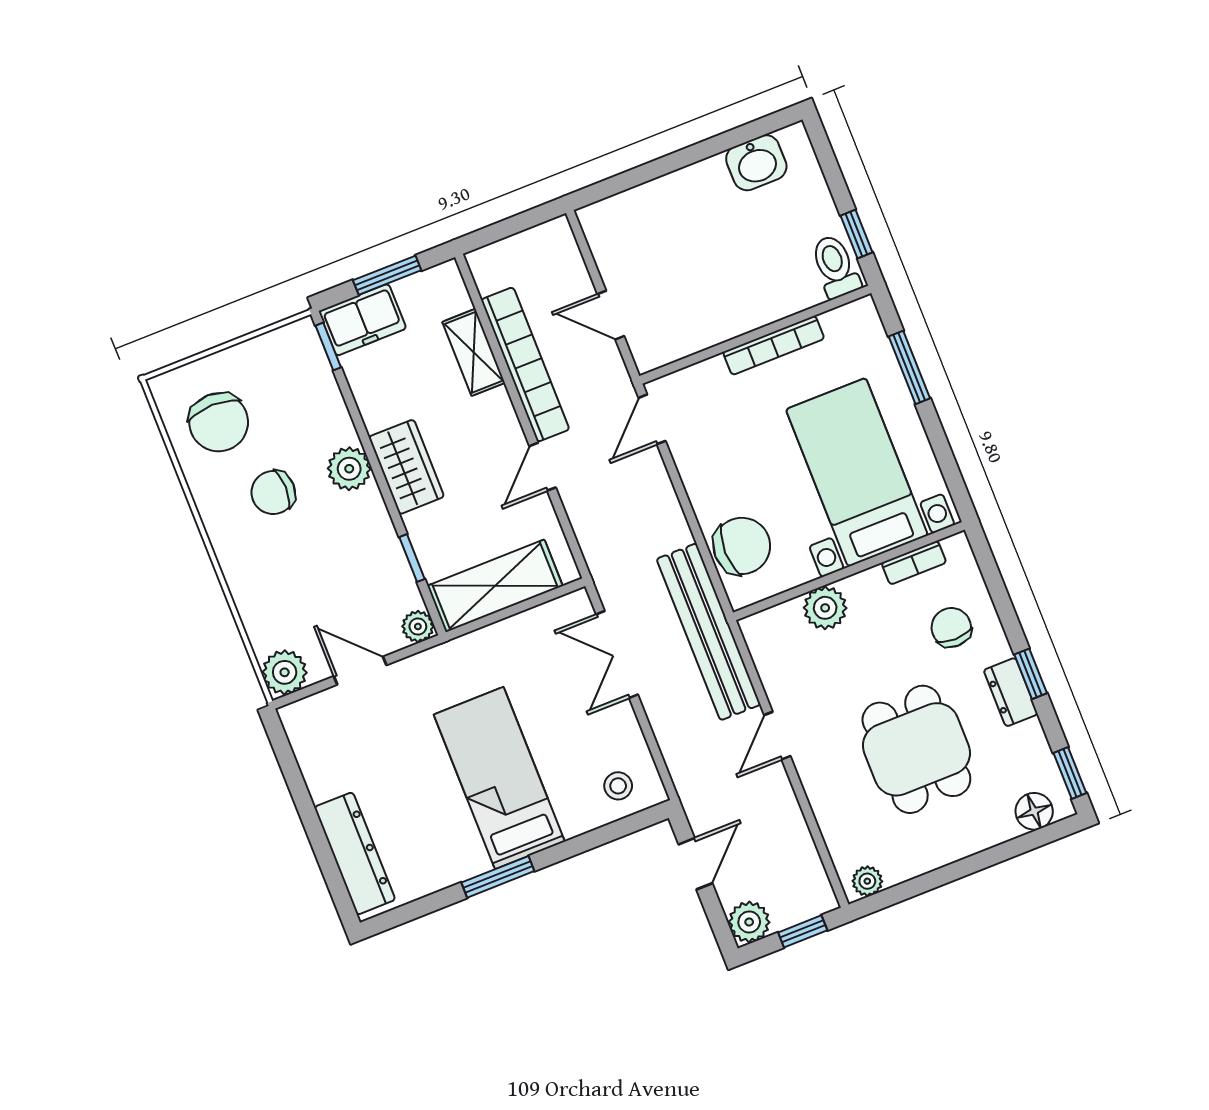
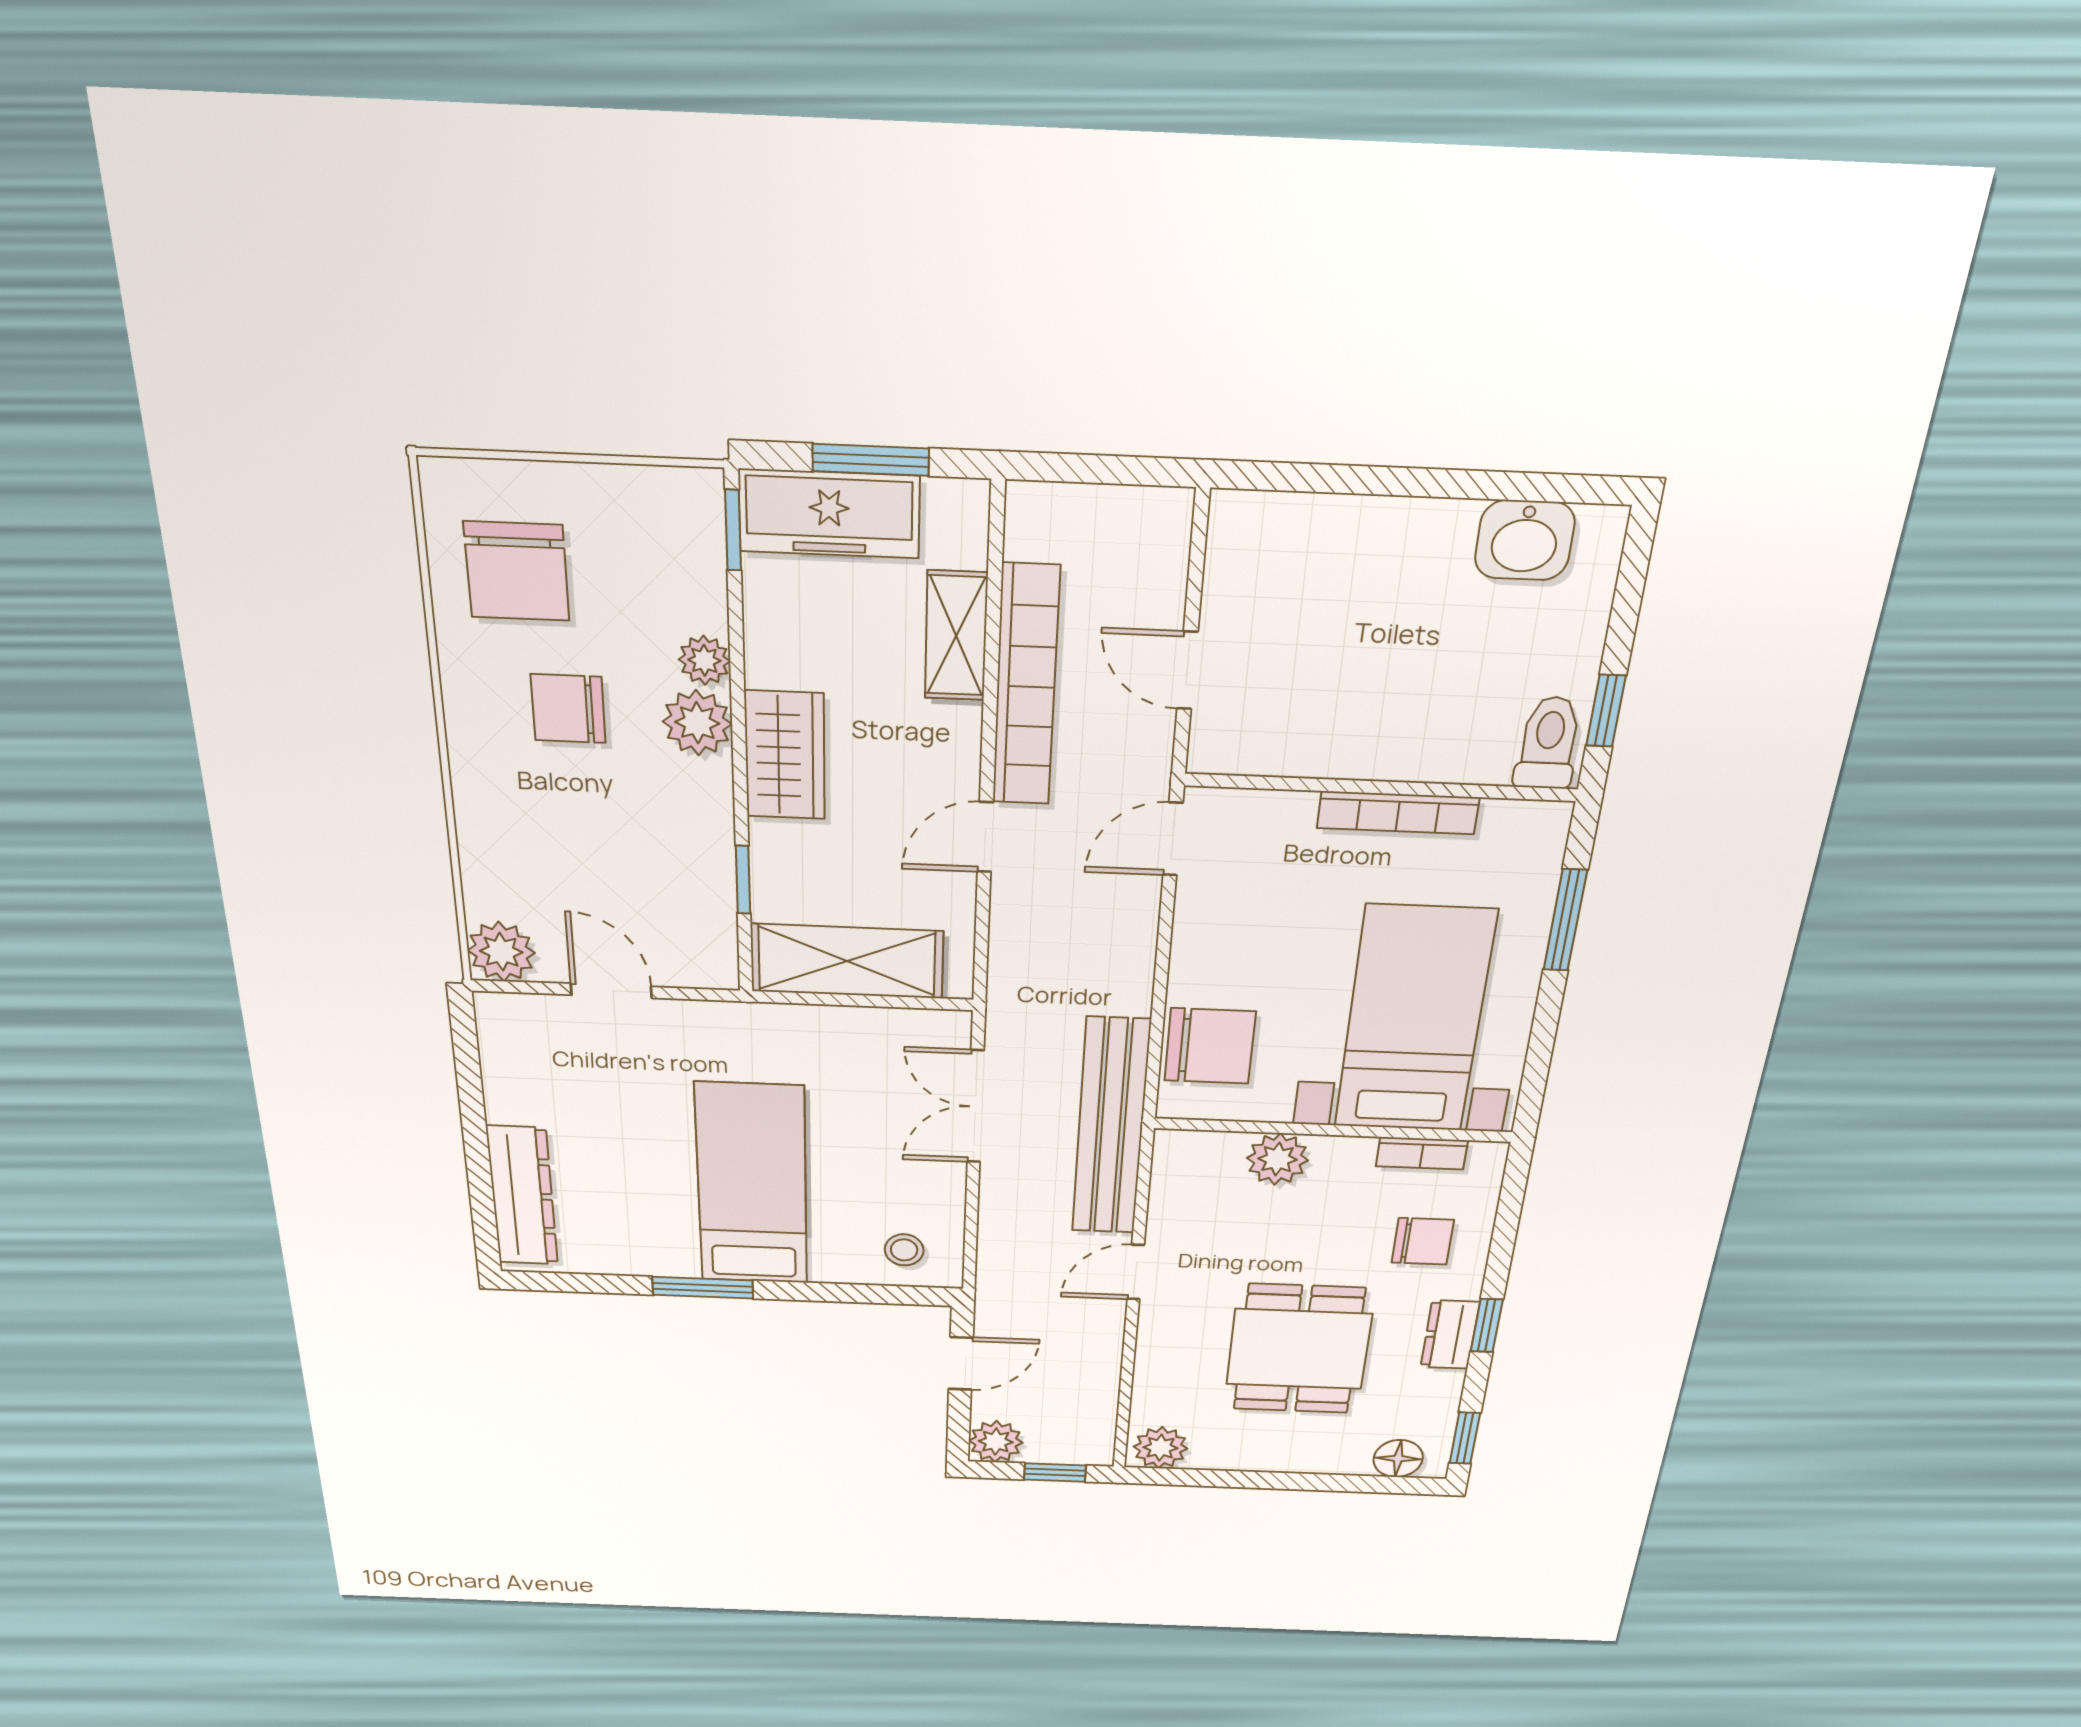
freezer: (362, 320) -> (829, 514), width x1.40
plant: (418, 626) -> (704, 660), moved
chair: (951, 627) -> (1423, 1241), turned 90
plant: (867, 881) -> (1160, 1448), width x1.38, depth x1.38

